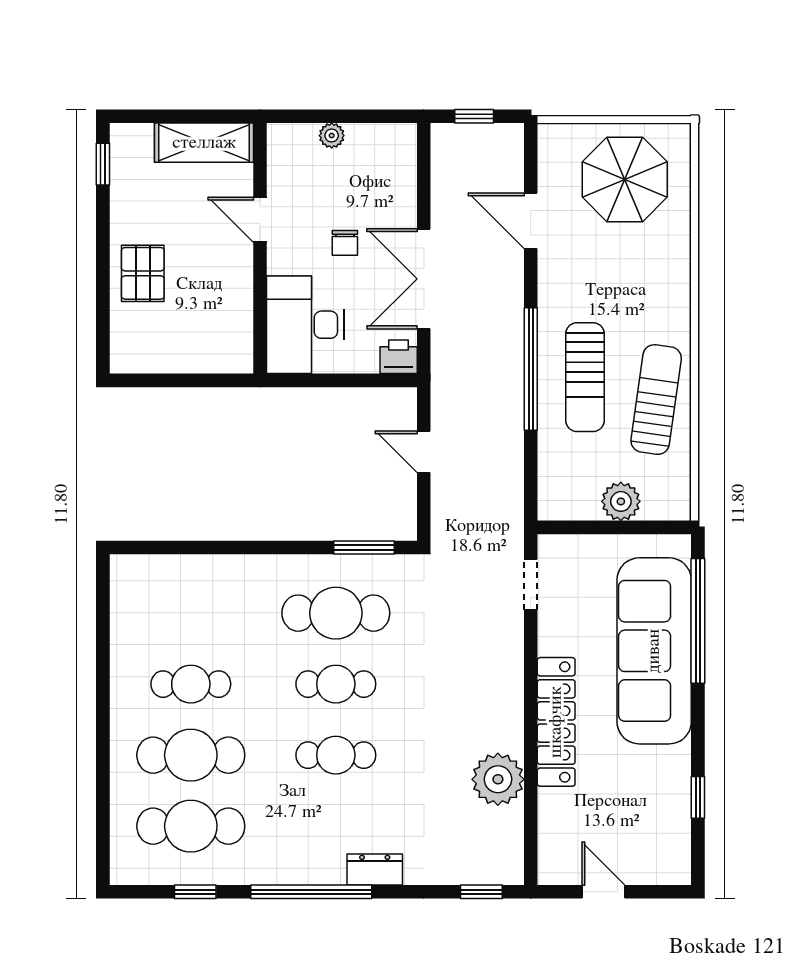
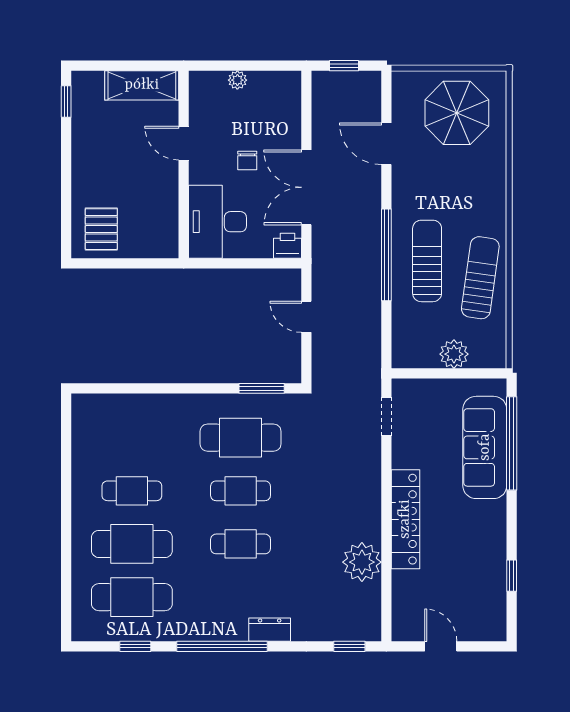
pallet: (143, 273) -> (101, 229), moved
sun lounger: (585, 377) -> (427, 261), turned 180
sofa: (654, 651) -> (485, 447), width x0.74, depth x0.79

